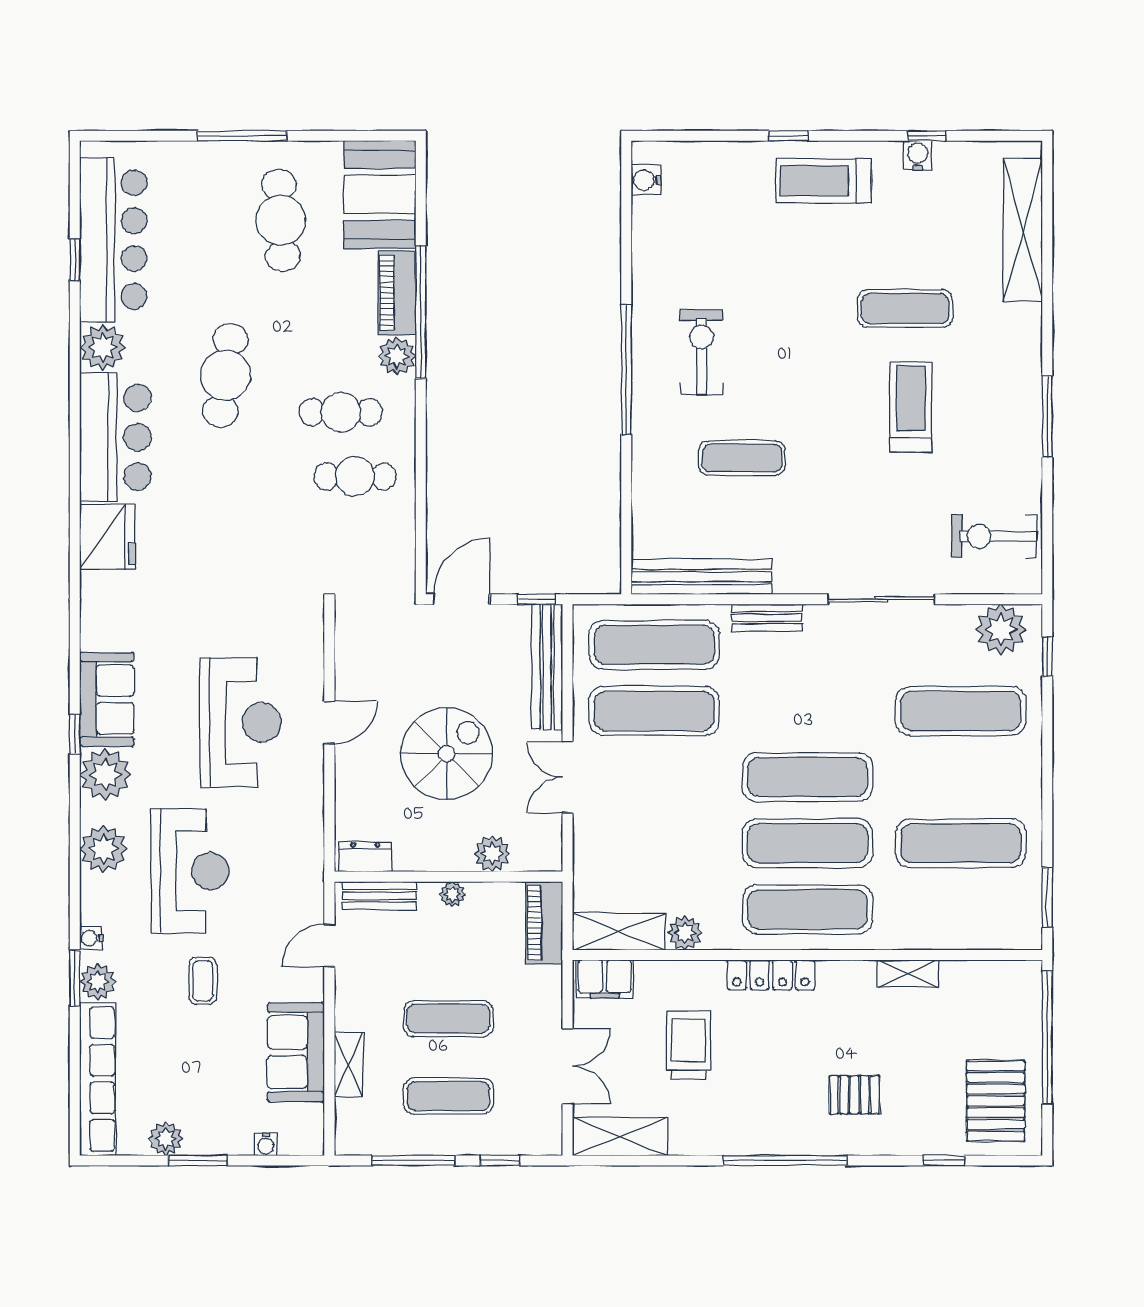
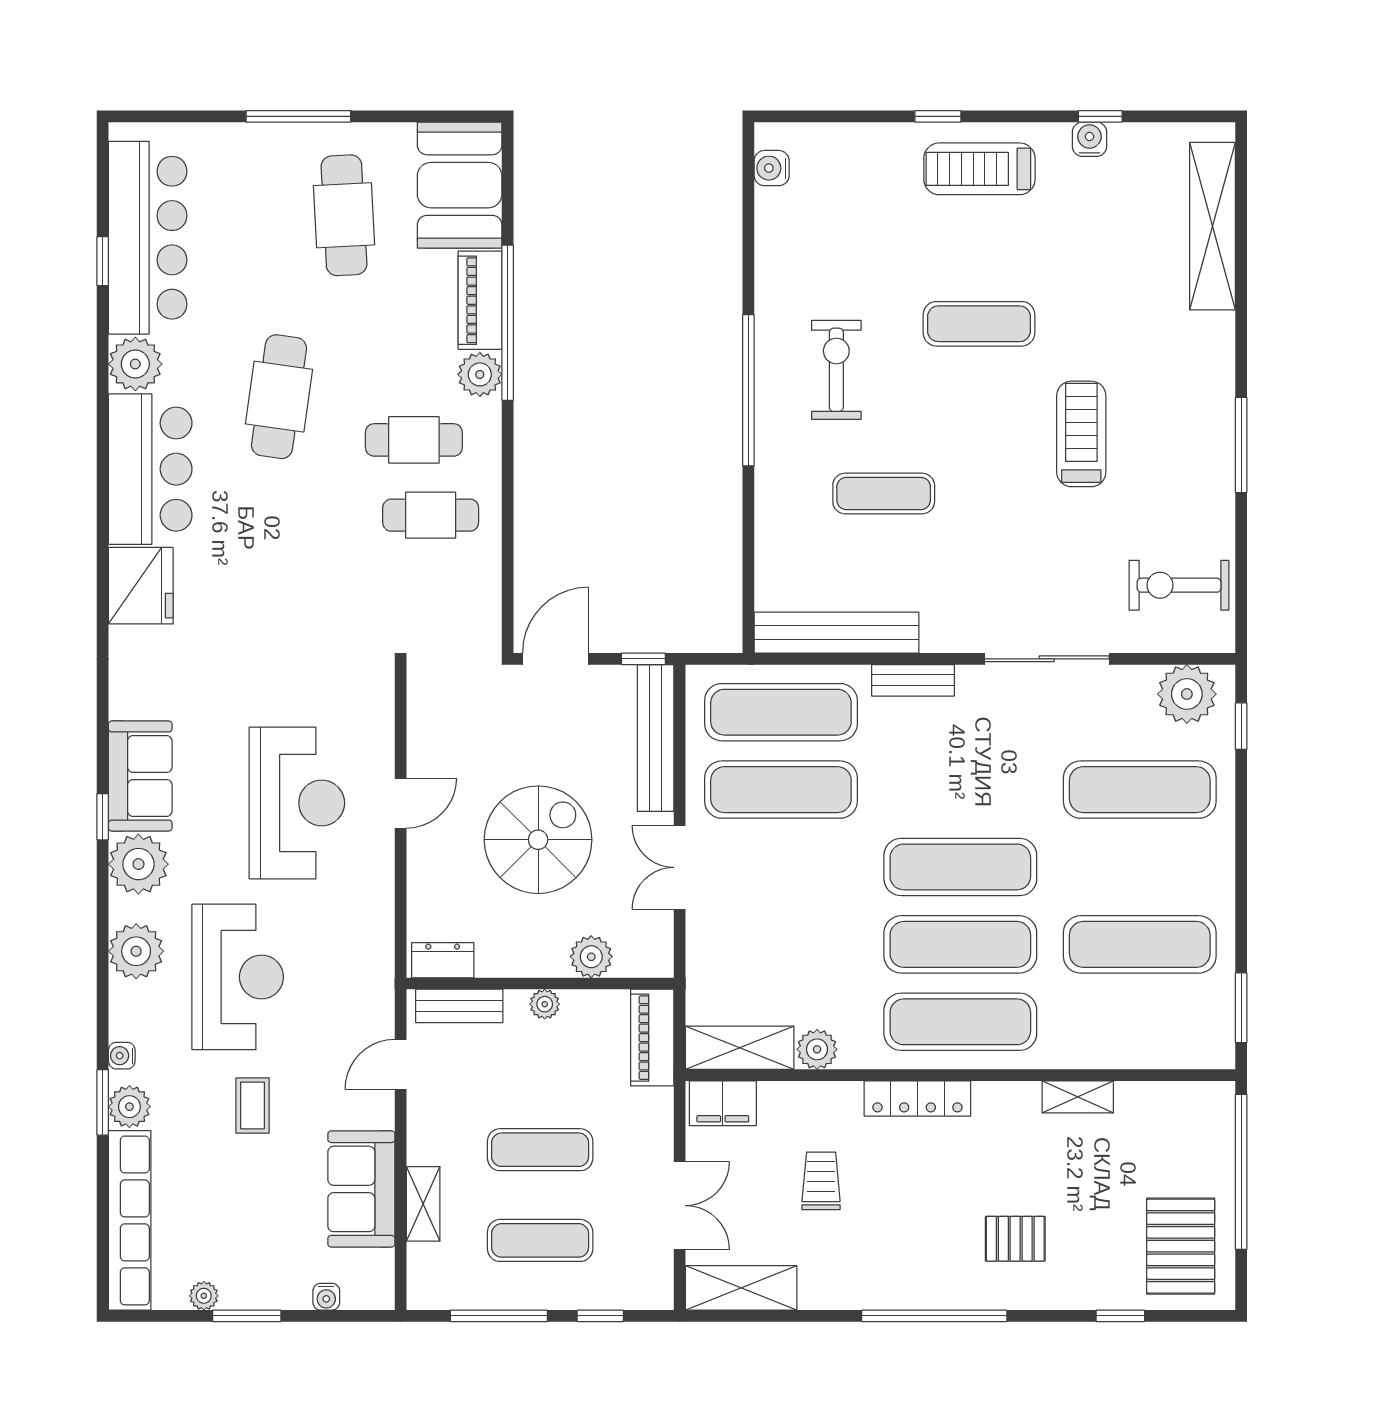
exercise mat: (905, 308) -> (979, 324), moved
trolley: (688, 1045) -> (821, 1181), width x0.73, depth x0.72
plant: (166, 1139) -> (204, 1296), width x0.73, depth x0.73

